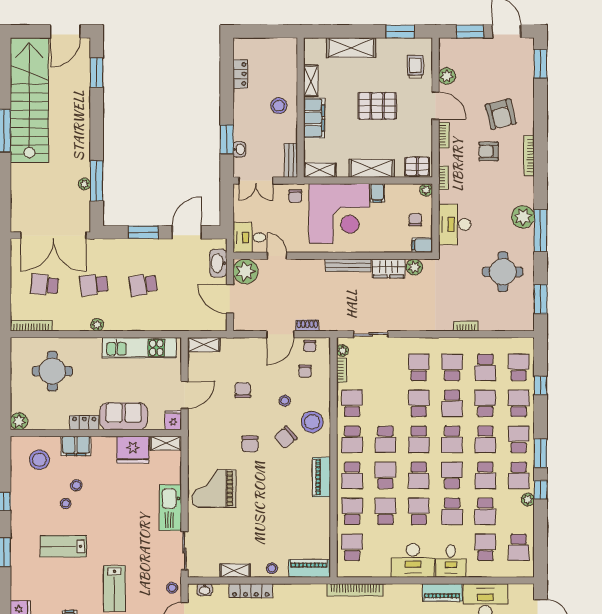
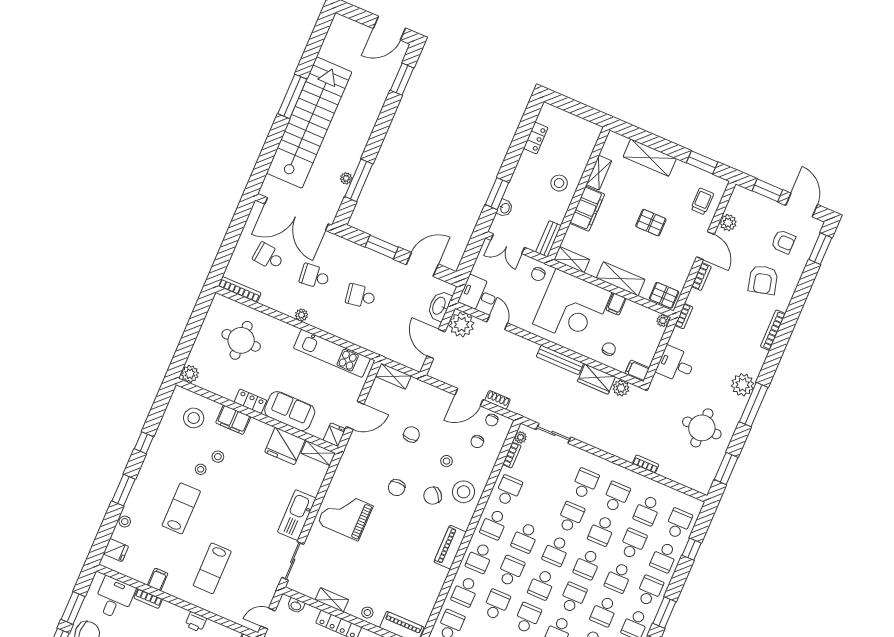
stairs: (29, 100) -> (309, 123), moved
pallet: (377, 106) -> (651, 223), width x0.67, depth x0.71
armchair: (489, 151) -> (783, 242), moved, turned 180
chair: (415, 220) -> (609, 349), moved
desk: (455, 225) -> (676, 364), width x0.73
school desk: (519, 403) -> (664, 557), turned 180
school desk: (352, 511) -> (465, 591), turned 180
lab bench: (63, 546) -> (181, 508), turned 90
stool: (172, 588) -> (125, 522), moved

